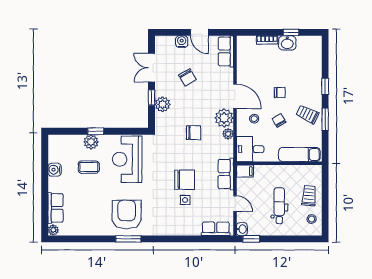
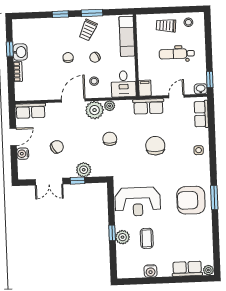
side table: (185, 200) -> (199, 150), moved

